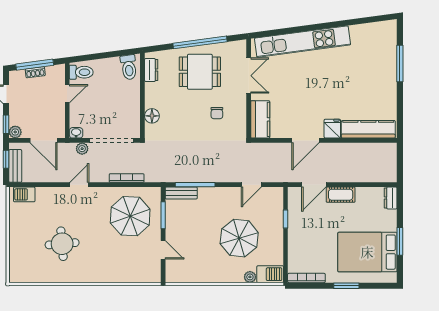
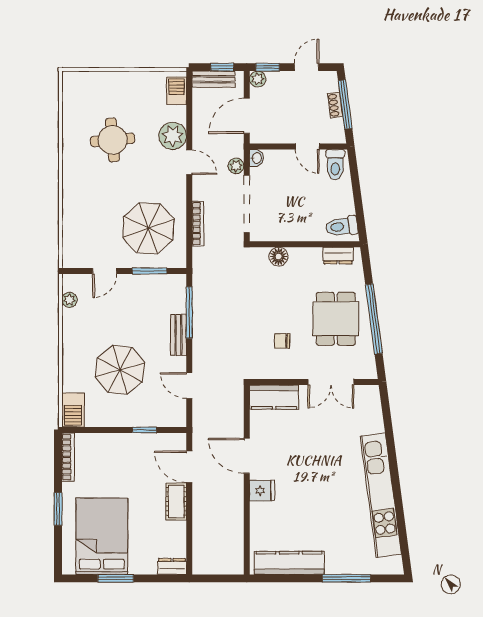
kitchen unit: (302, 42) -> (381, 495), moved
kitchen counter: (368, 129) -> (289, 563), moved, turned -90
bench: (181, 193) -> (178, 335), moved
plant: (59, 197) -> (173, 136), added
plant: (250, 277) -> (69, 300), moved

